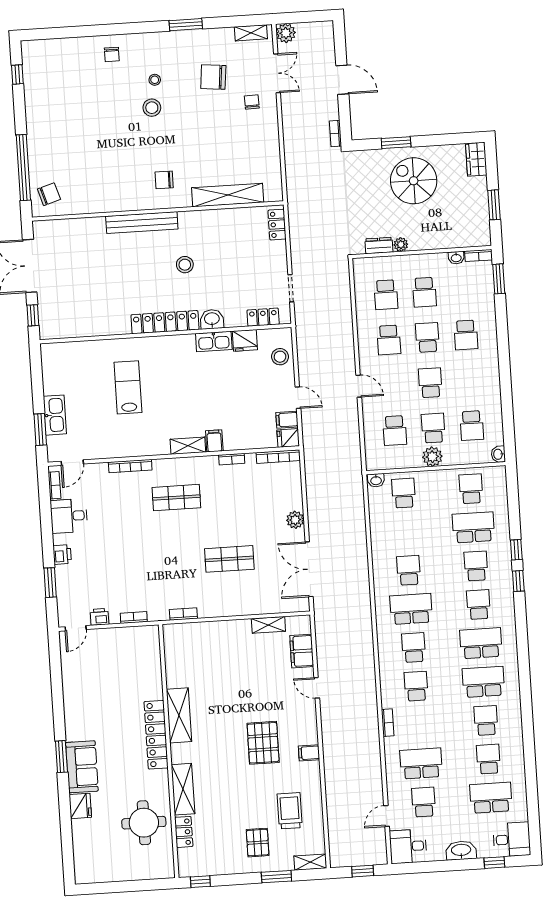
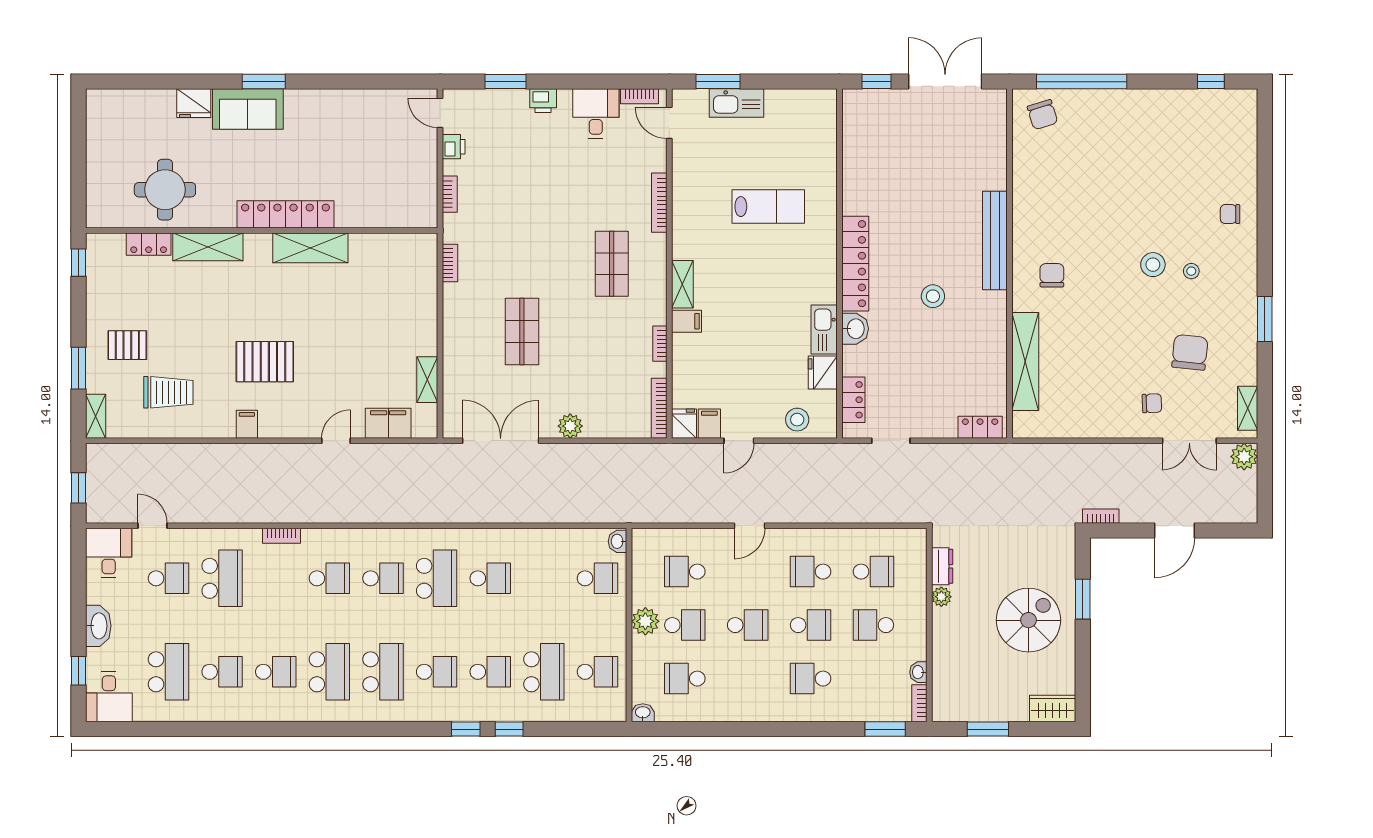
school desk: (386, 295) -> (873, 572), turned 180

